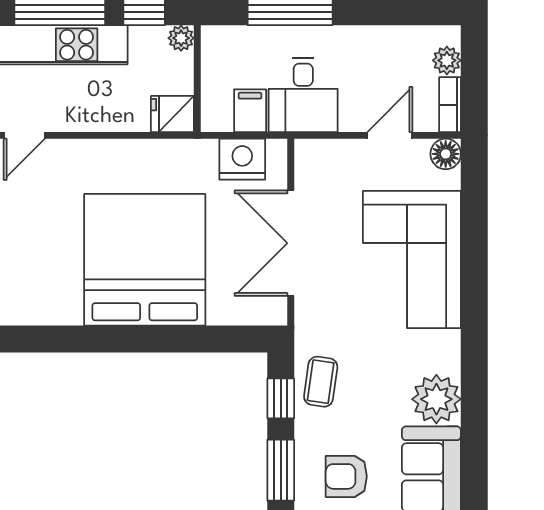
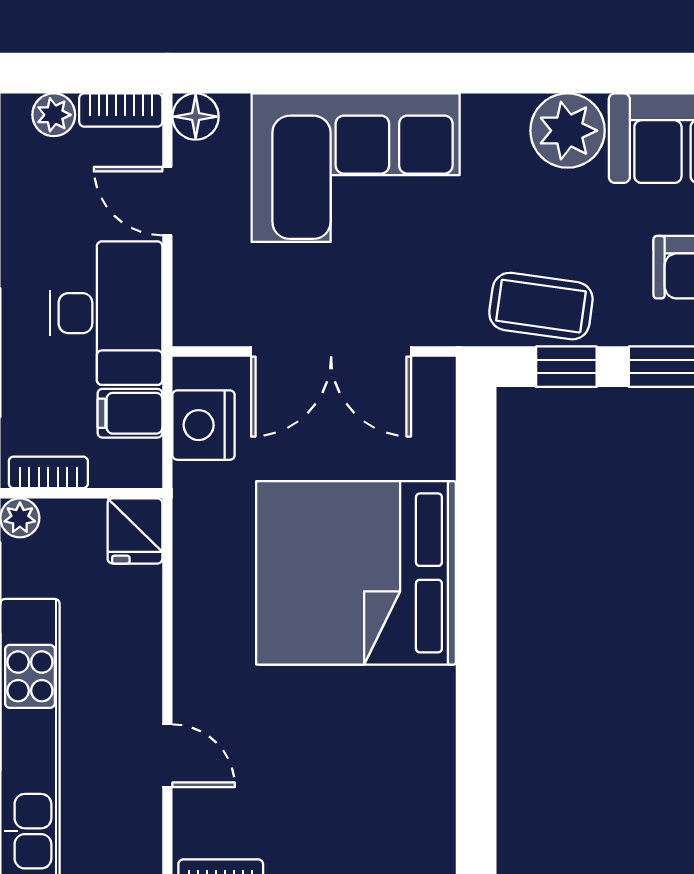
bookcase: (211, 57) -> (48, 472), added
desk: (303, 95) -> (106, 313), width x1.37
coffee table: (321, 382) -> (541, 306), width x1.36, depth x1.30

